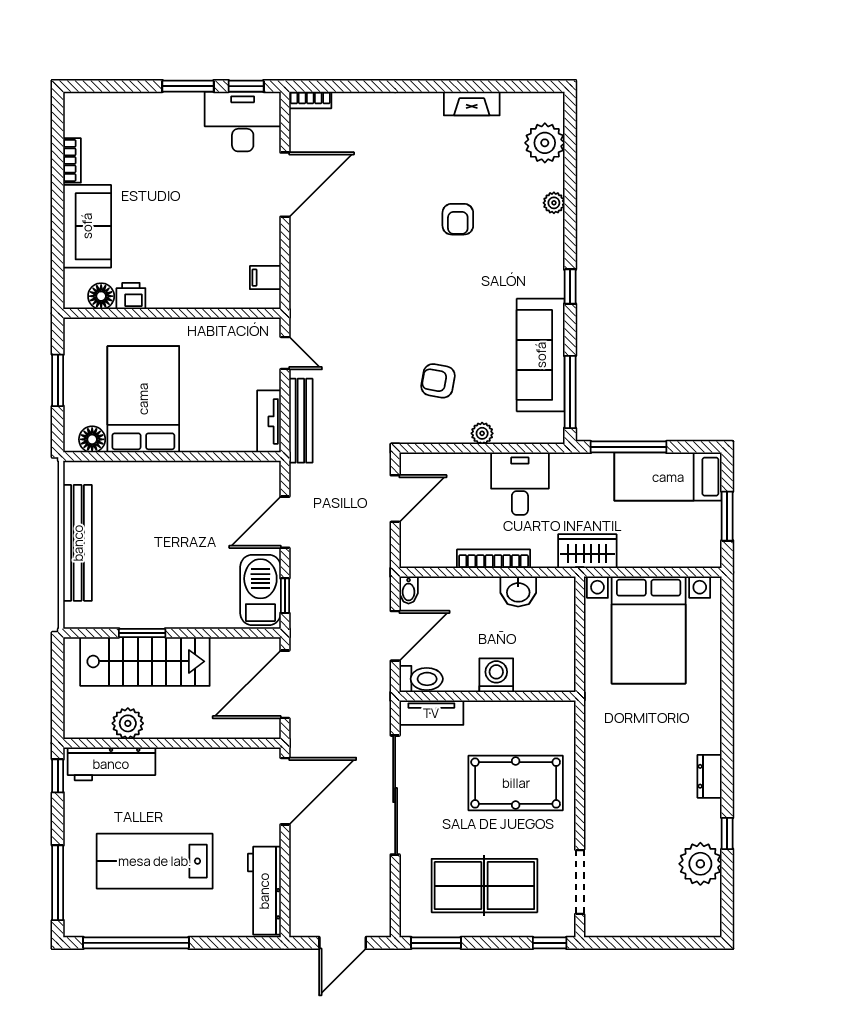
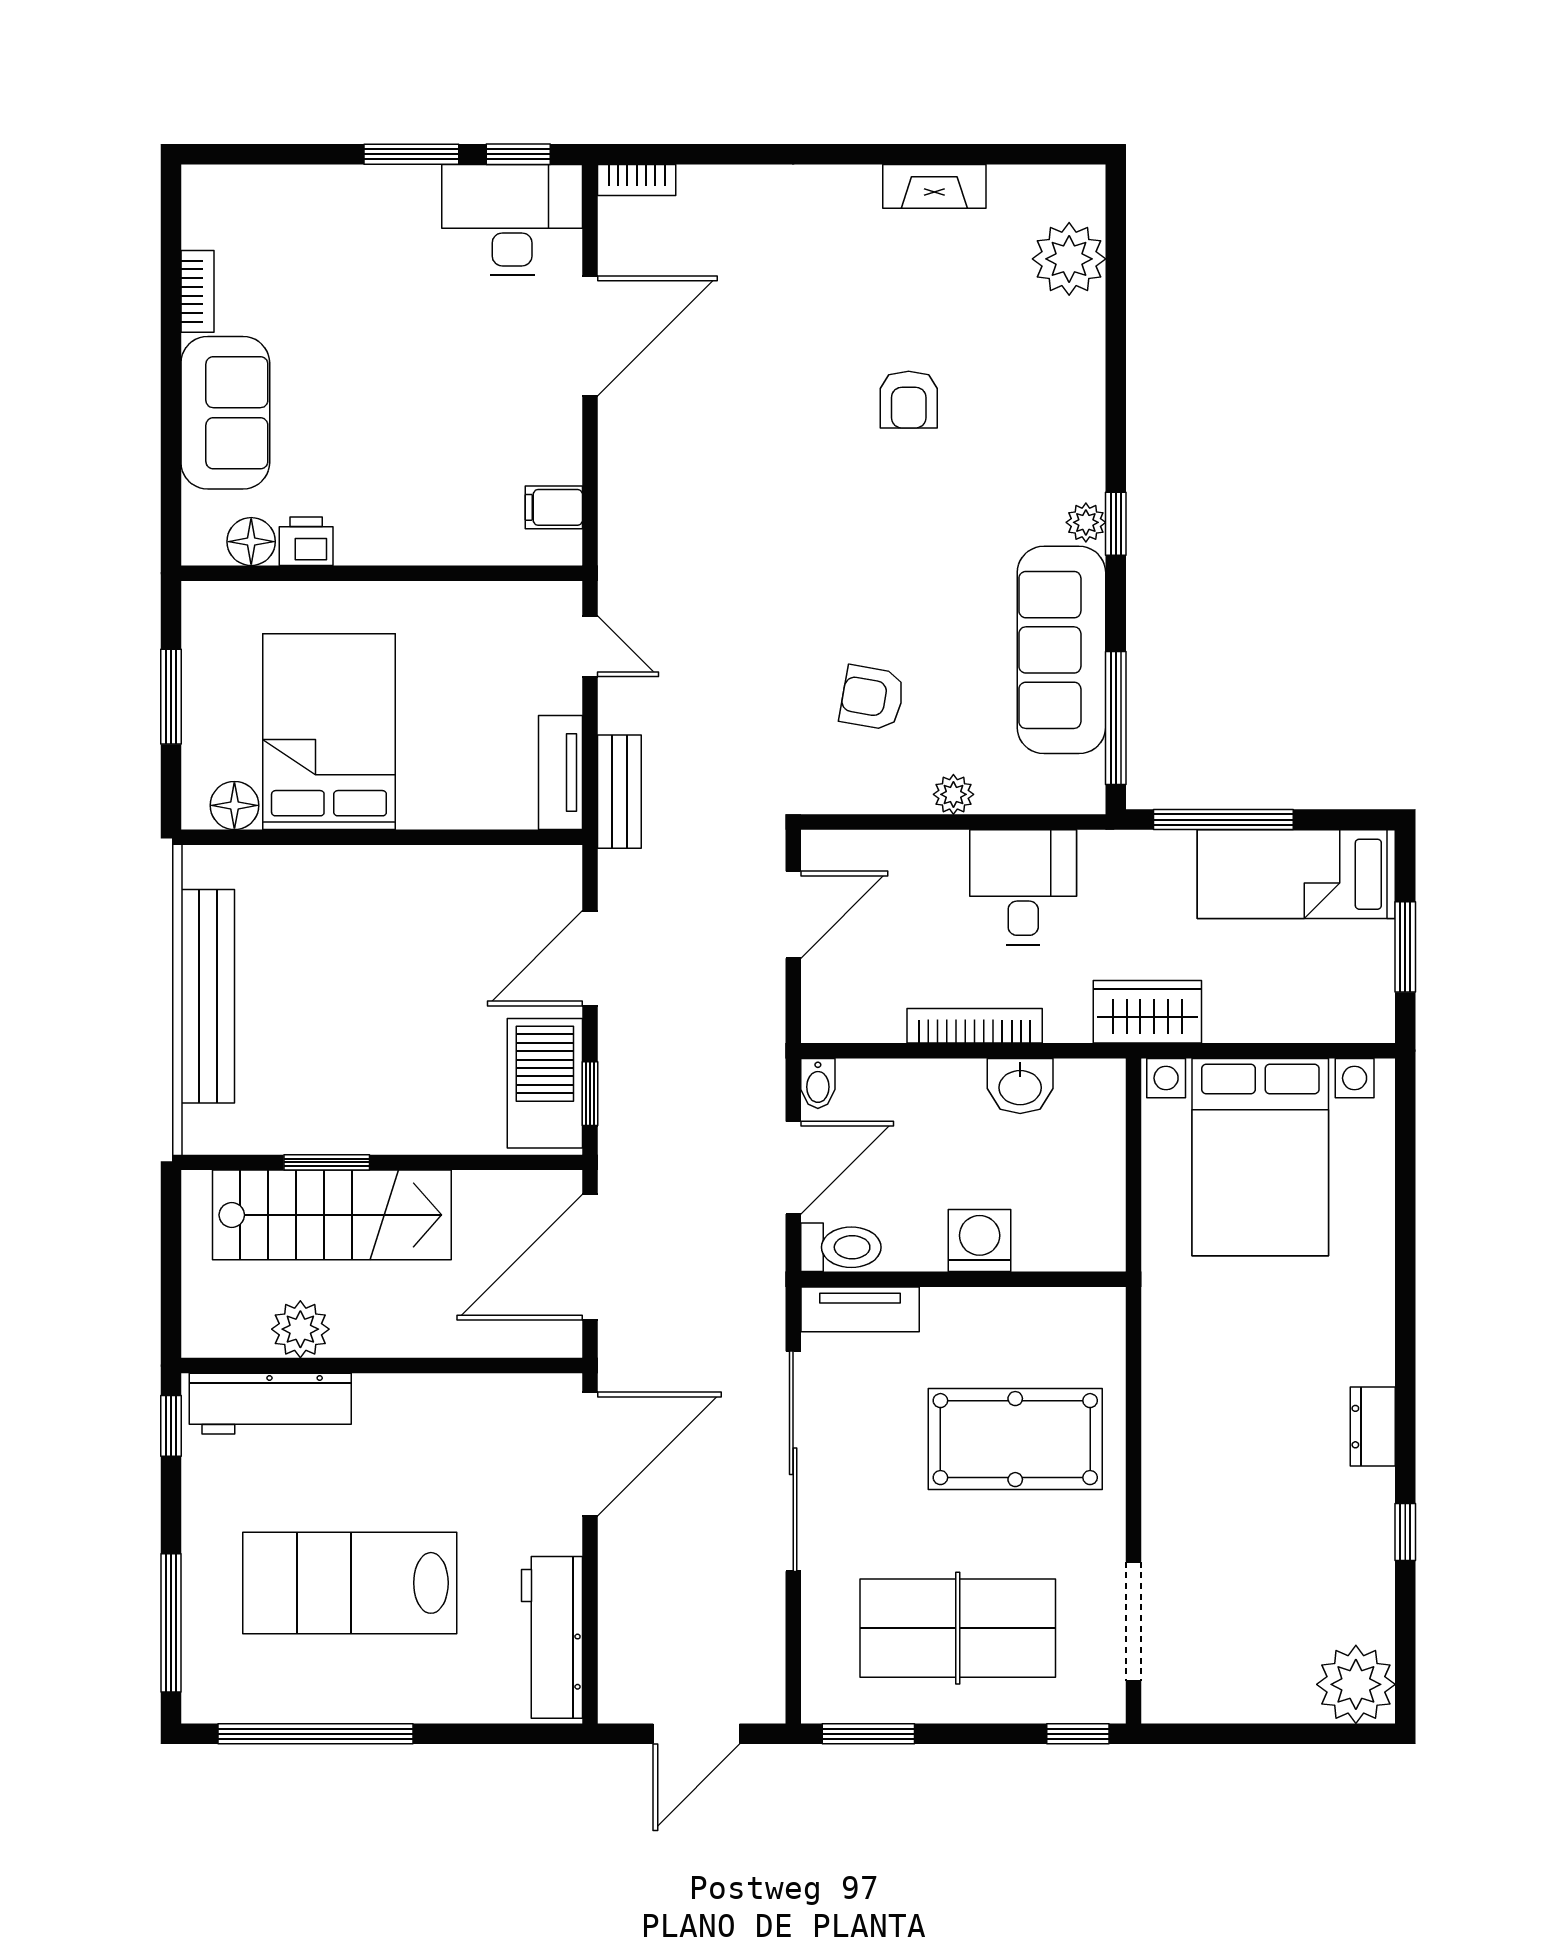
plant: (554, 203) -> (1086, 522), moved
bench: (301, 421) -> (619, 792), width x0.73
plant: (700, 864) -> (1356, 1684), moved

